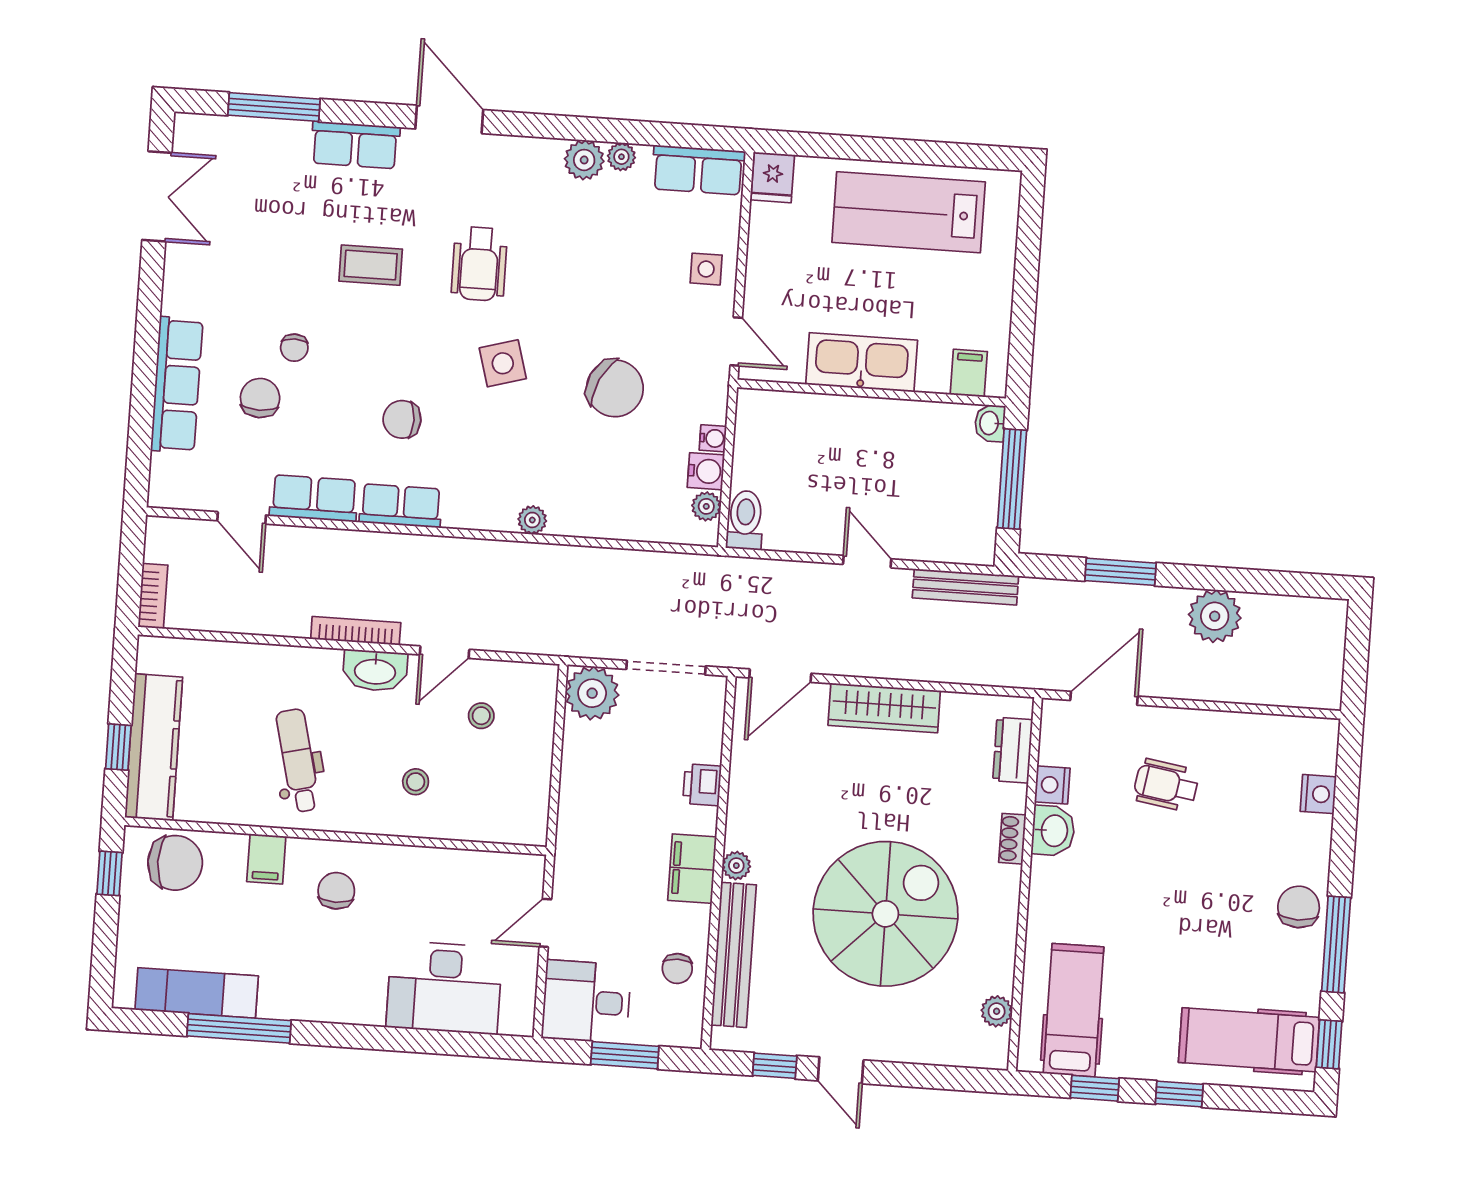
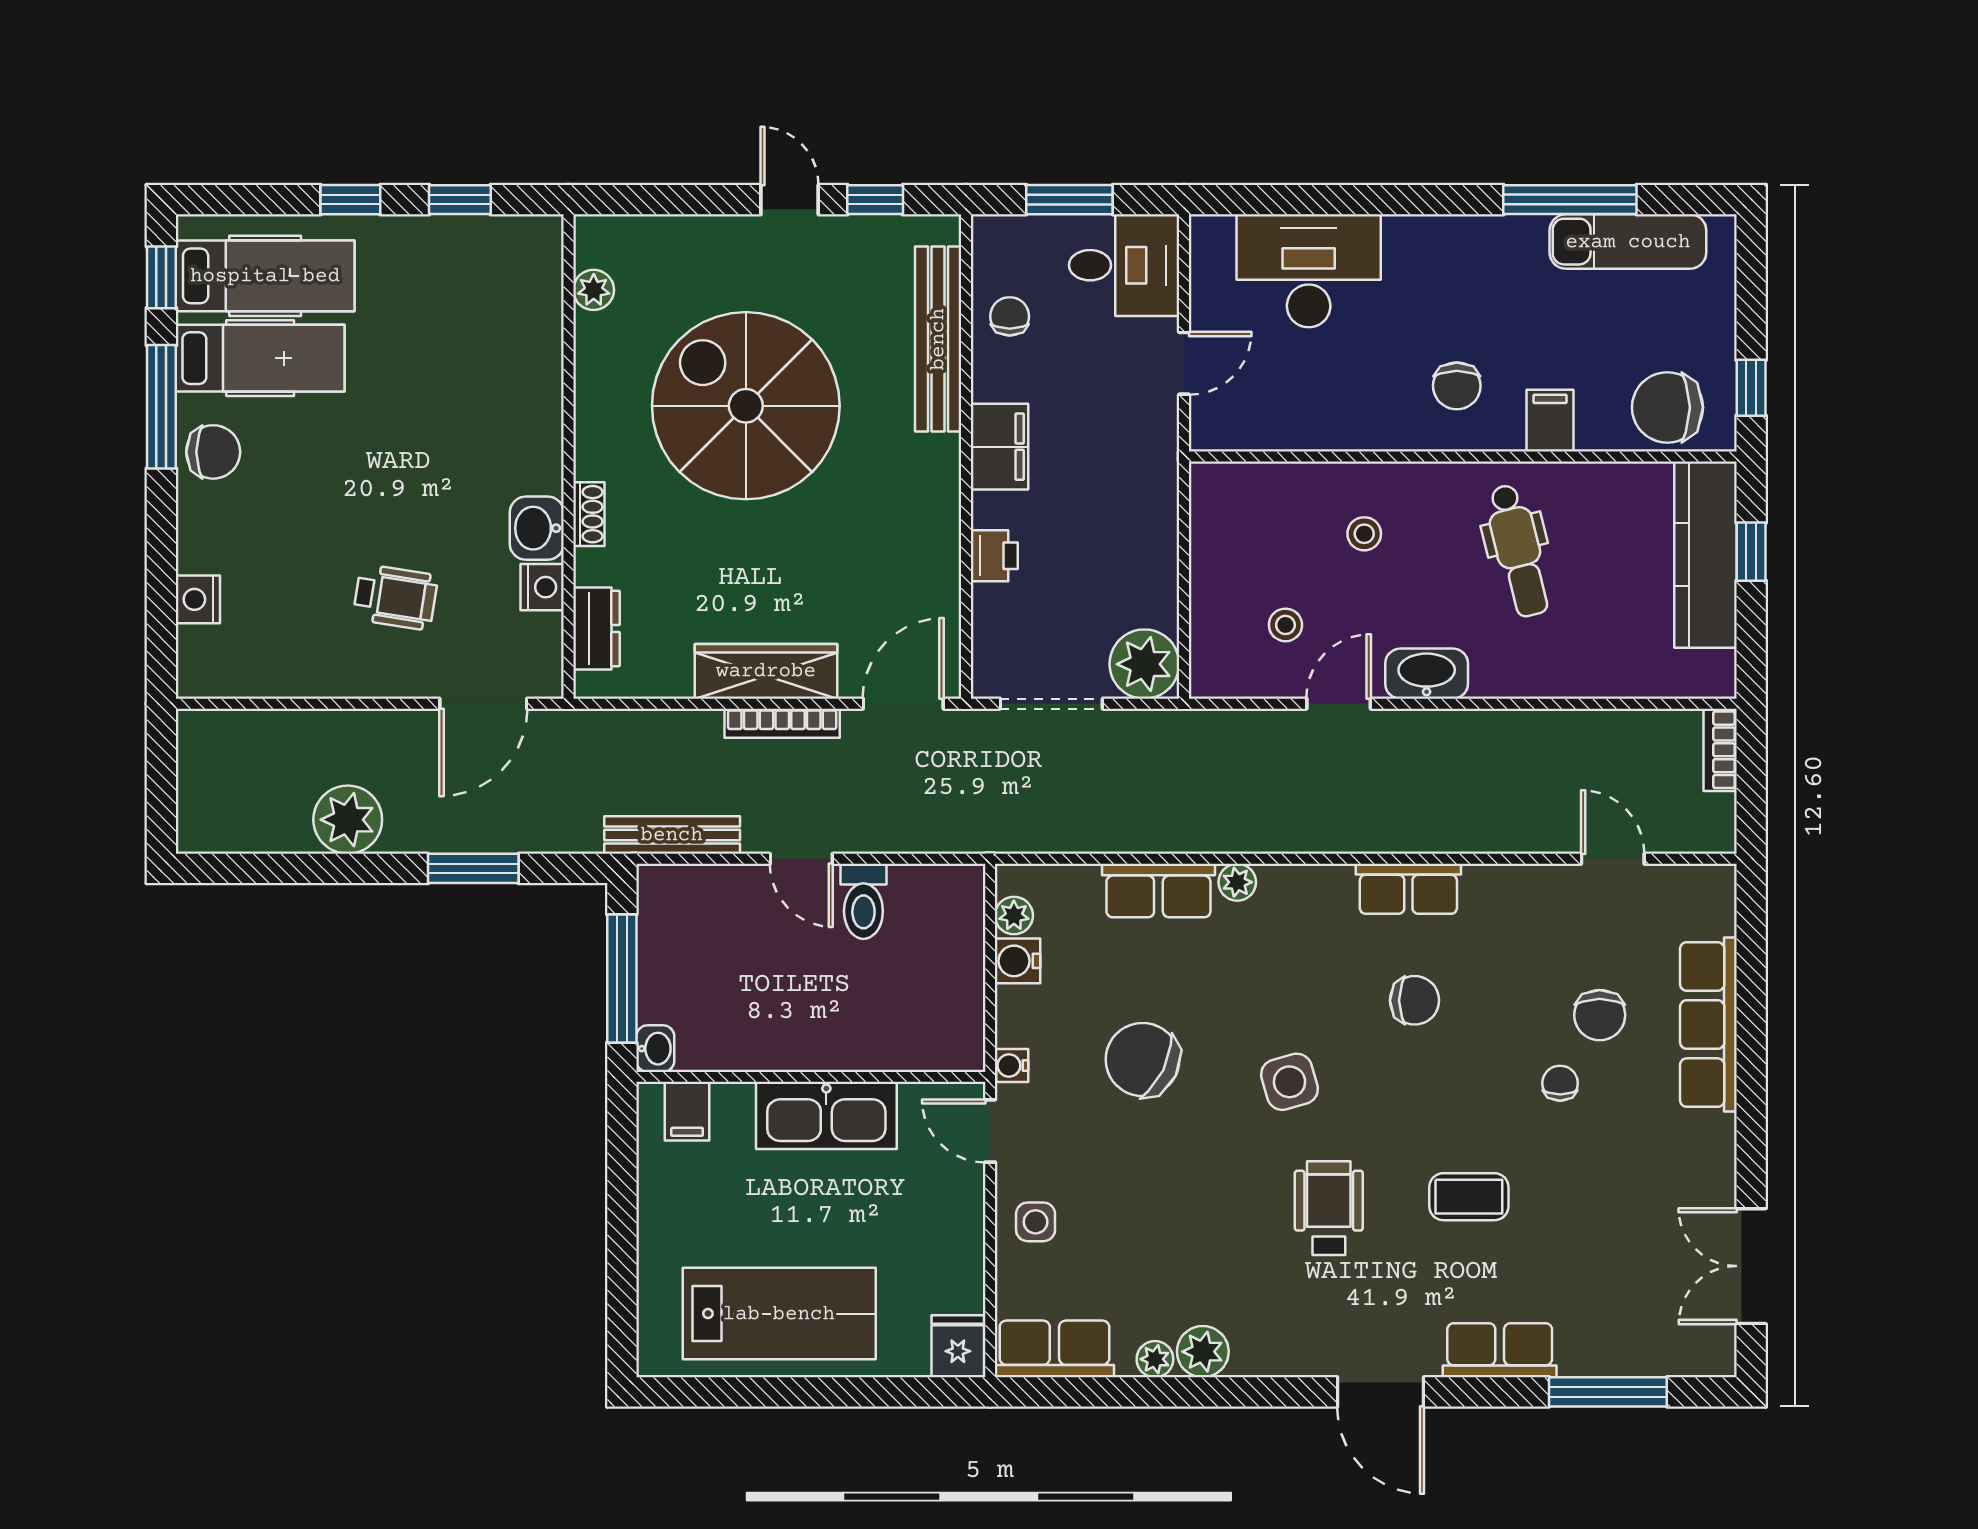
water cooler: (713, 438) -> (1012, 1065), moved
row of seats: (314, 498) -> (1158, 891), moved
toilet: (745, 520) -> (863, 901), moved
bookcase: (356, 631) -> (782, 723), moved
plant: (736, 866) -> (943, 455), removed
chair: (1299, 907) -> (213, 452), turned -90
spiral stairs: (885, 914) -> (746, 406), turned 90
hospital bed: (1073, 1010) -> (260, 358), moved, turned -90

